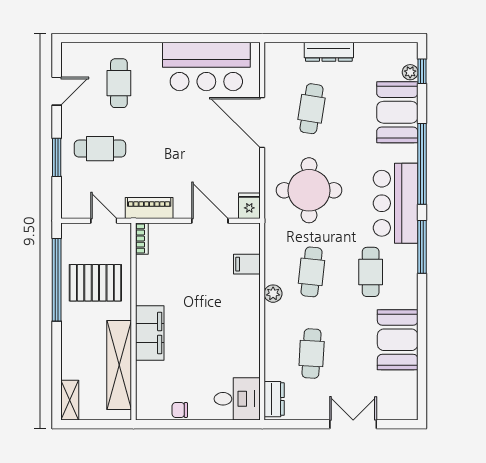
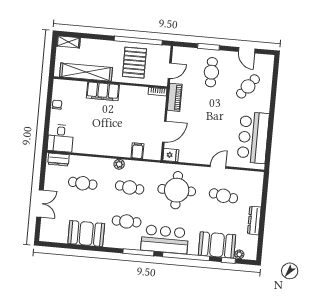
dresser: (329, 52) -> (254, 220), moved
window: (422, 71) -> (228, 260), moved
cafe table: (119, 83) -> (248, 86), turned -52
door: (262, 123) -> (218, 167), width x0.53

